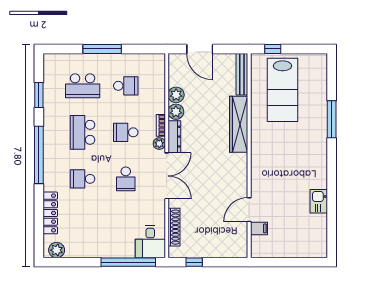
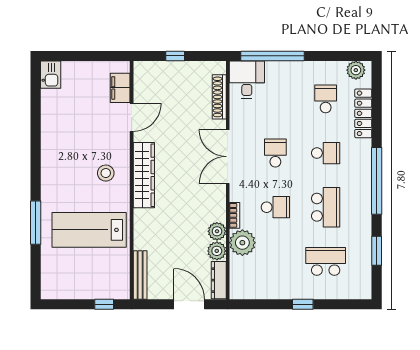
window: (102, 49) -> (303, 304), width x0.46
school desk: (126, 86) -> (326, 99), moved, turned 90
lab bench: (282, 90) -> (89, 230), moved, turned -90
wardrobe: (239, 124) -> (144, 175), moved
dresser: (174, 137) -> (219, 280), moved
plant: (159, 144) -> (242, 243), moved, width x1.87, depth x1.87
stool: (271, 162) -> (106, 173), added
kitchen sink: (319, 201) -> (51, 75), moved
filing cabinet: (259, 228) -> (120, 88), width x2.00
window: (194, 262) -> (175, 56), moved

